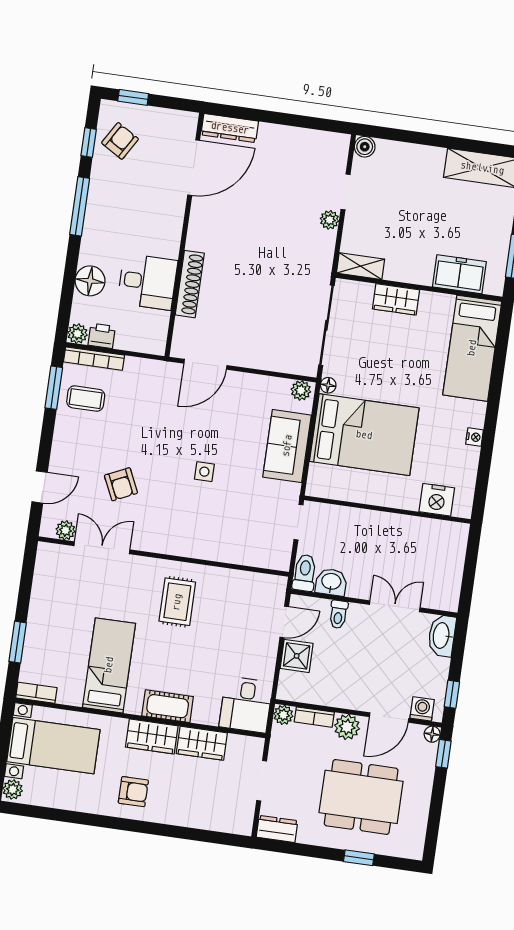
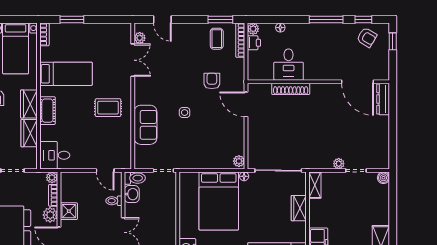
floor lamp: (90, 281) -> (280, 28), width x0.53, depth x0.53
sofa: (287, 446) -> (145, 125), moved, turned 90
armchair: (121, 484) -> (212, 81), moved, turned 115
shower: (297, 656) -> (69, 211), moved

